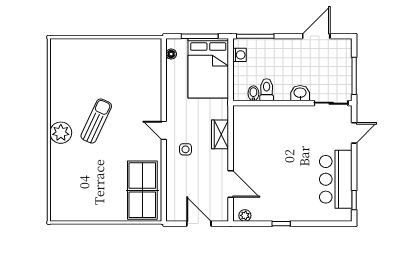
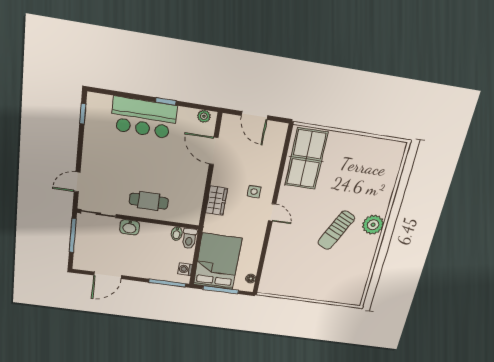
toilet: (267, 90) -> (189, 239), moved
cafe table: (285, 124) -> (149, 201), added
bar counter: (336, 179) -> (144, 118), moved, turned 90

